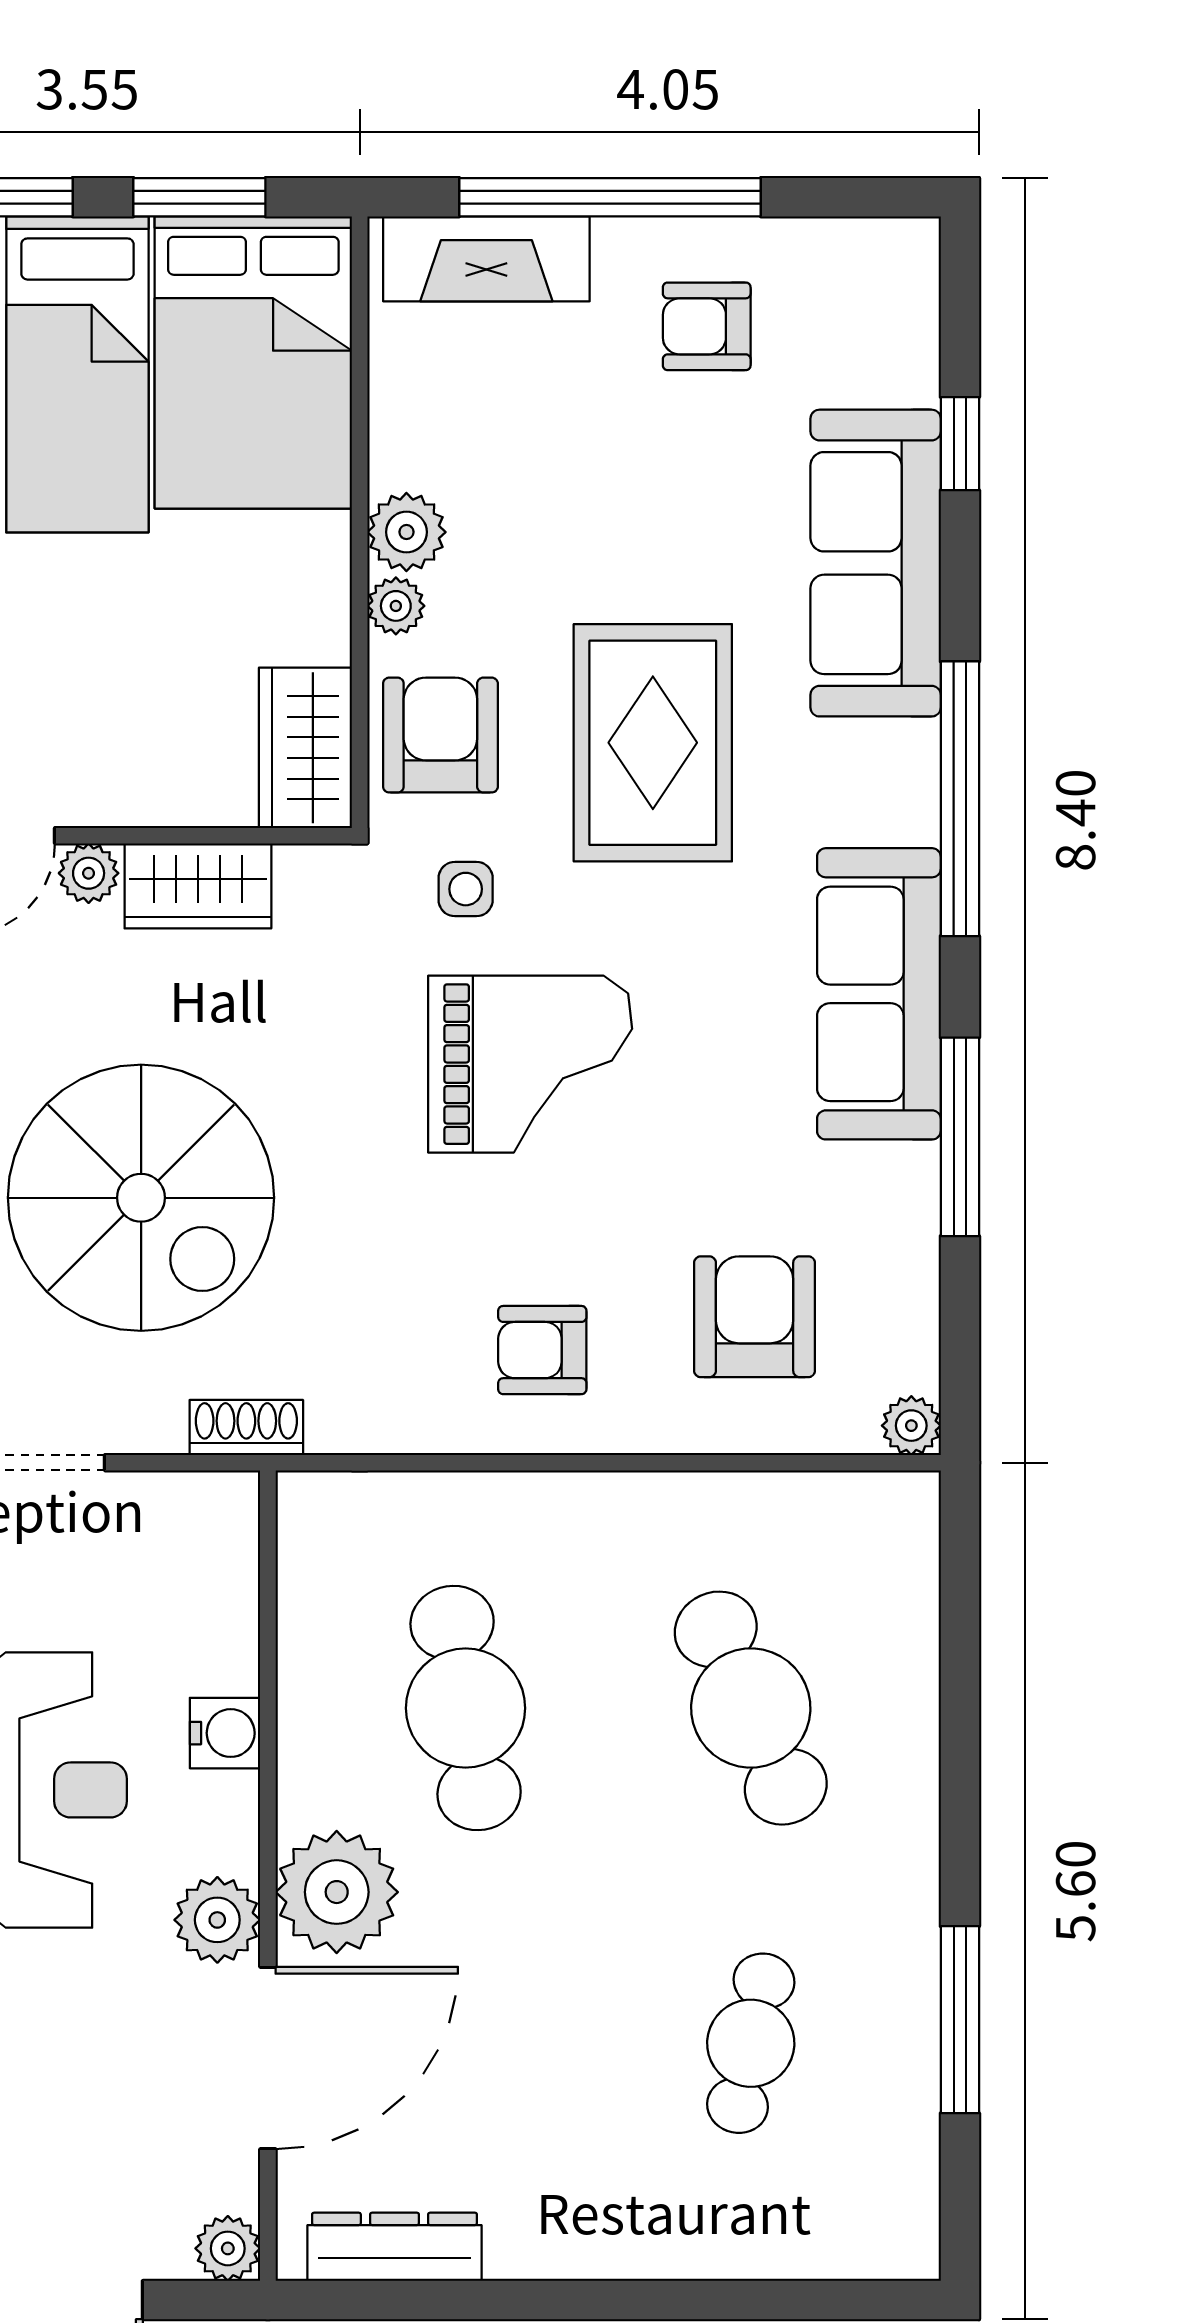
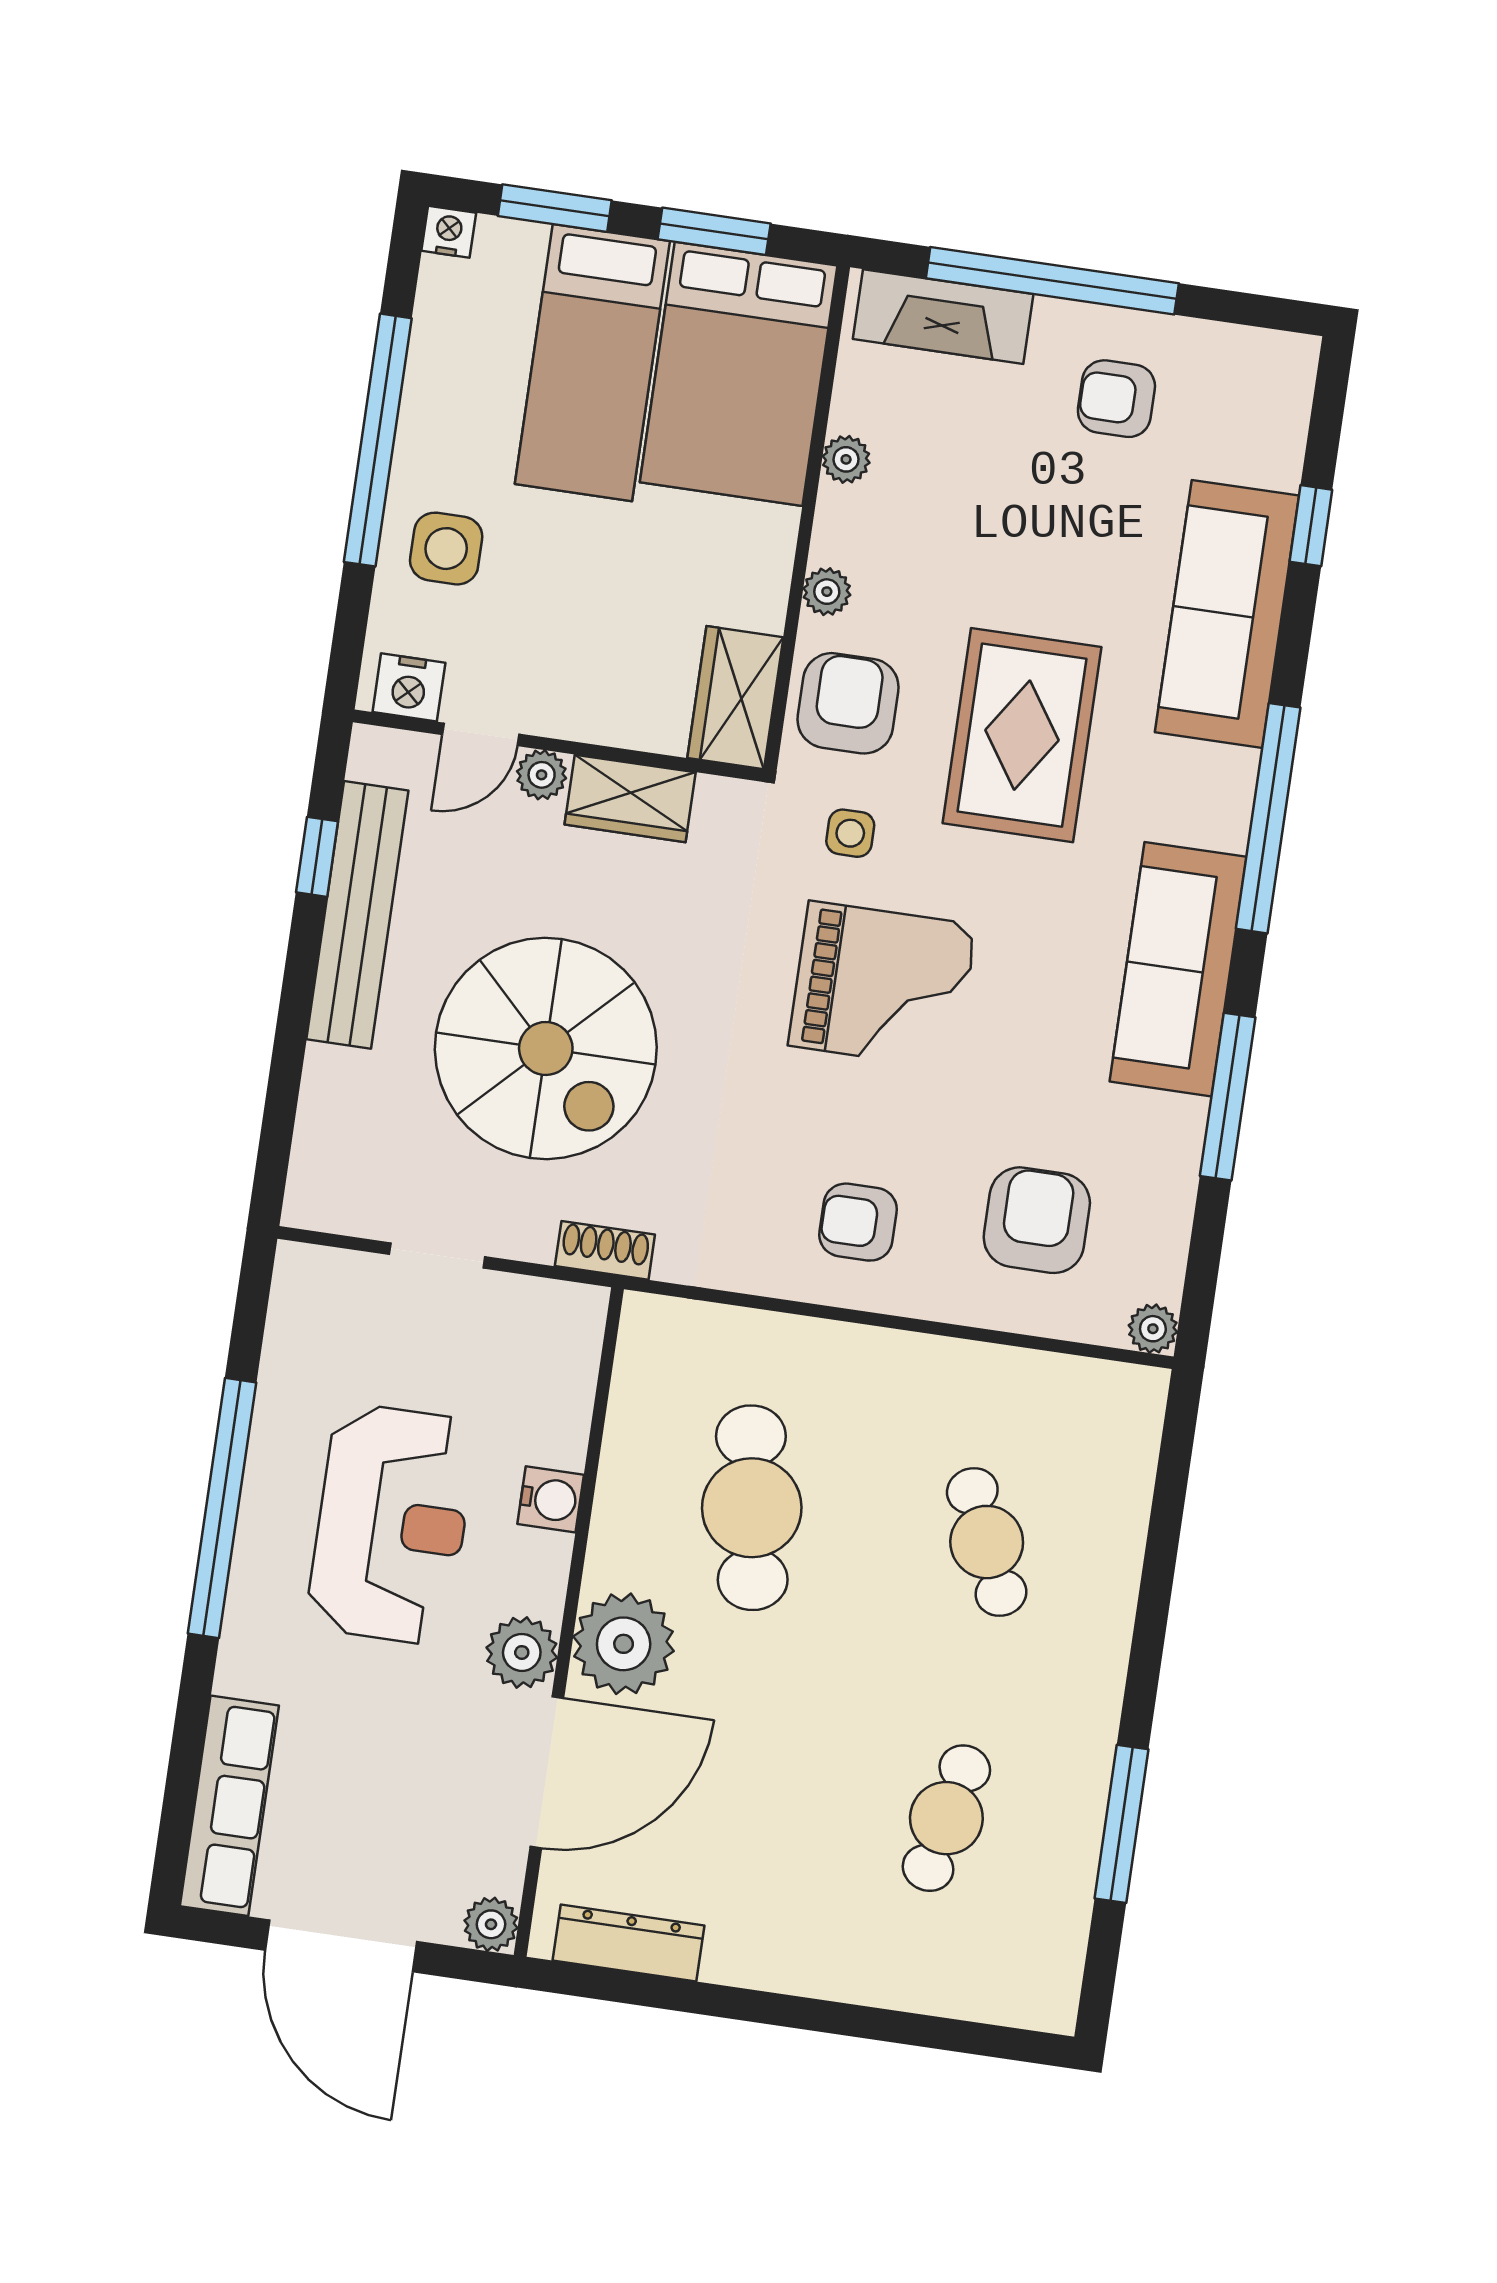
plant: (406, 532) -> (846, 459), moved, width x0.73, depth x0.73
cafe table: (751, 1708) -> (987, 1542), width x0.73, depth x0.74

